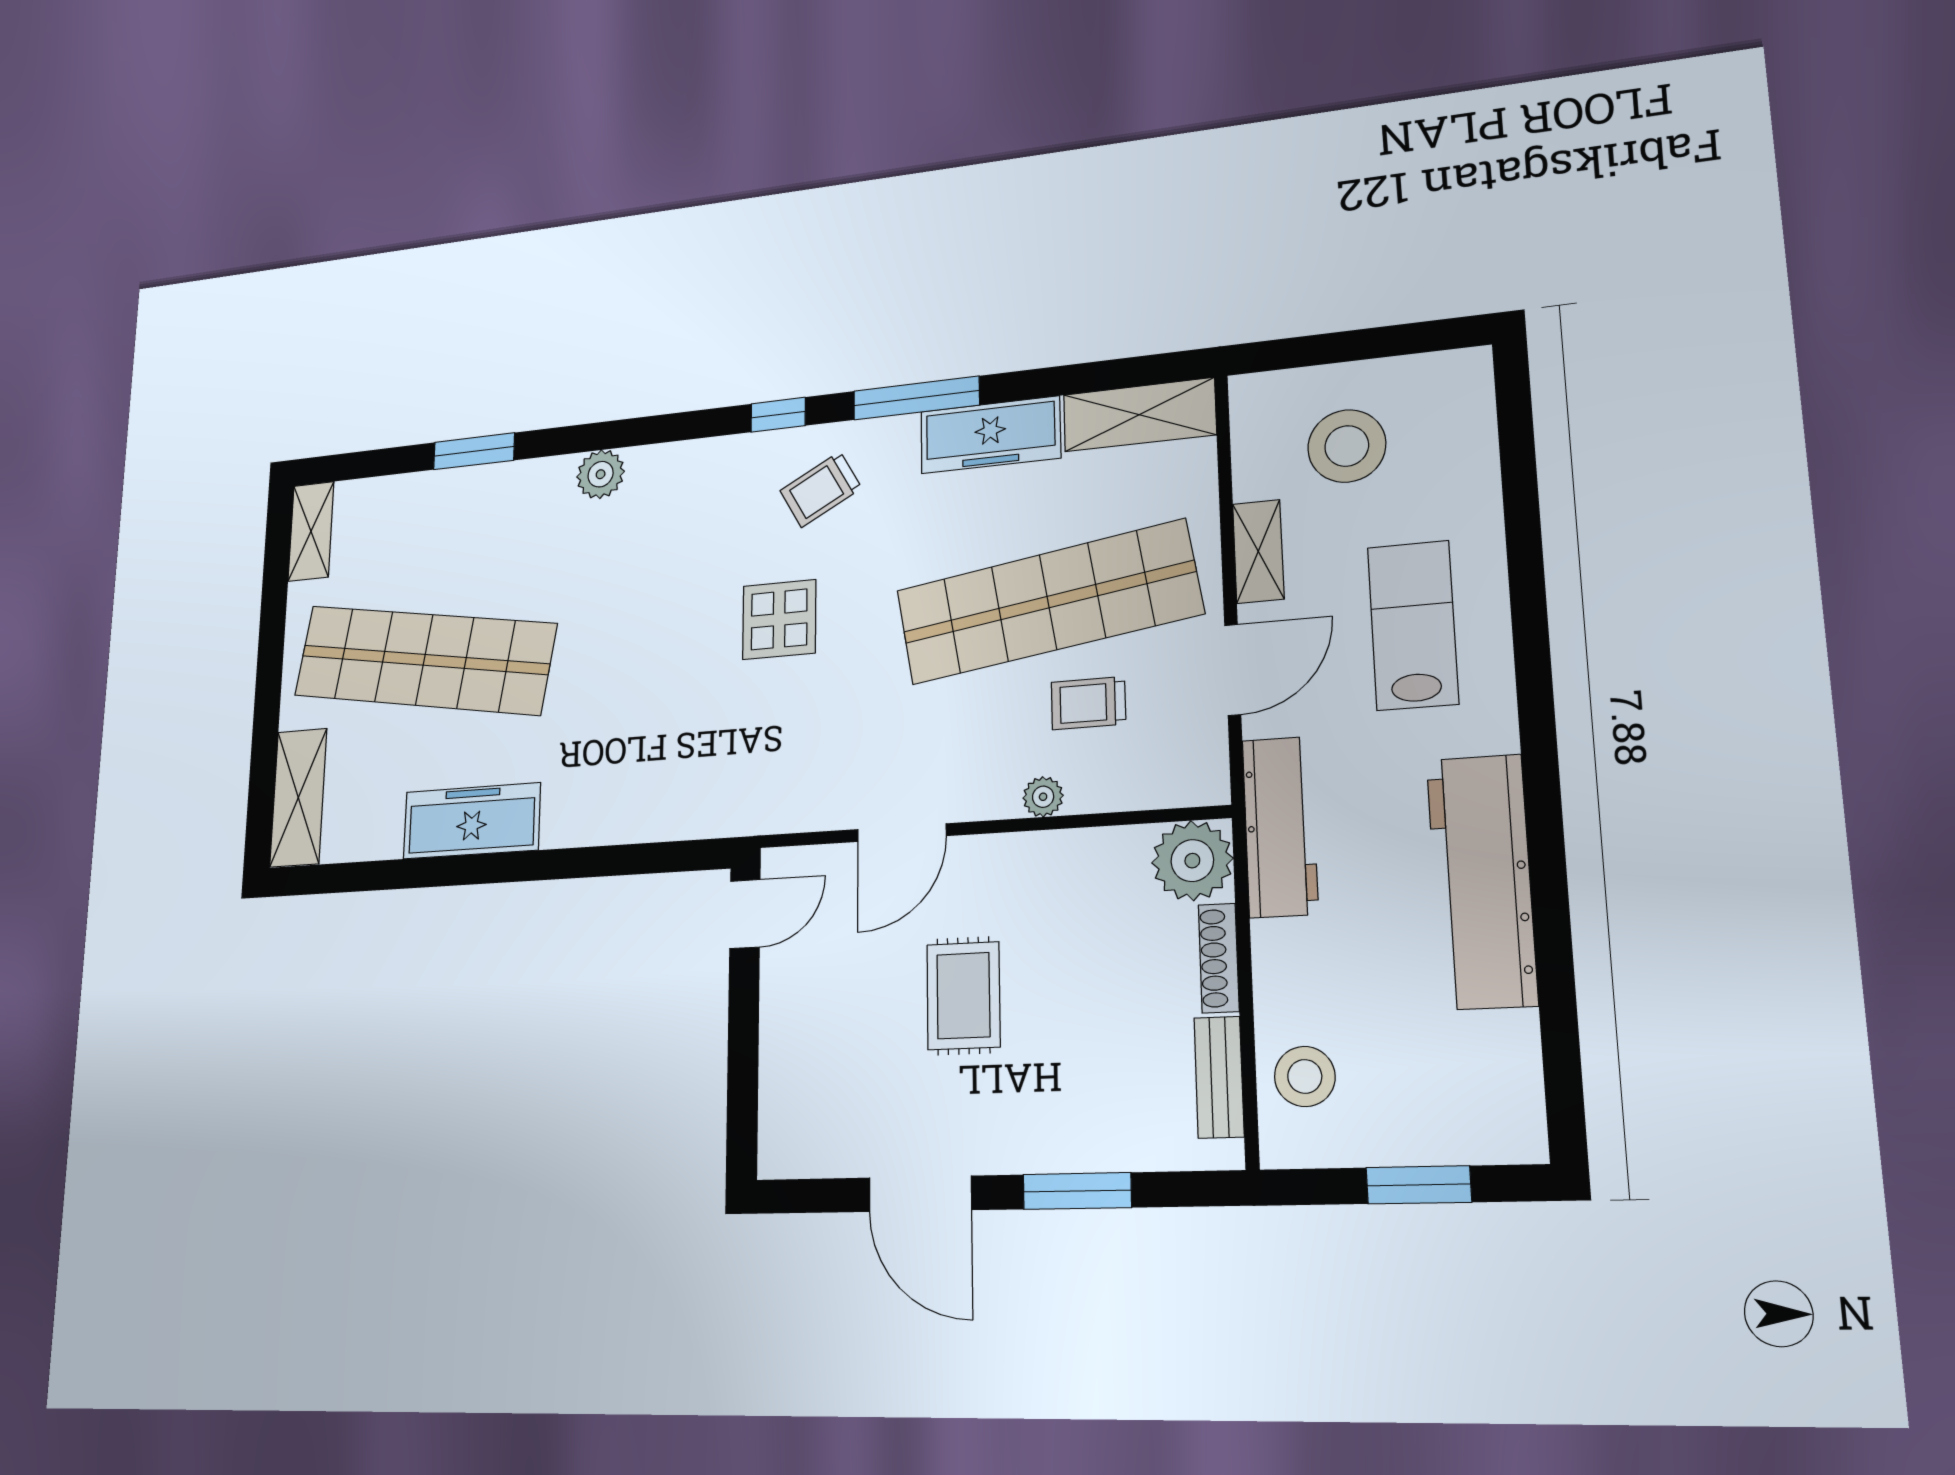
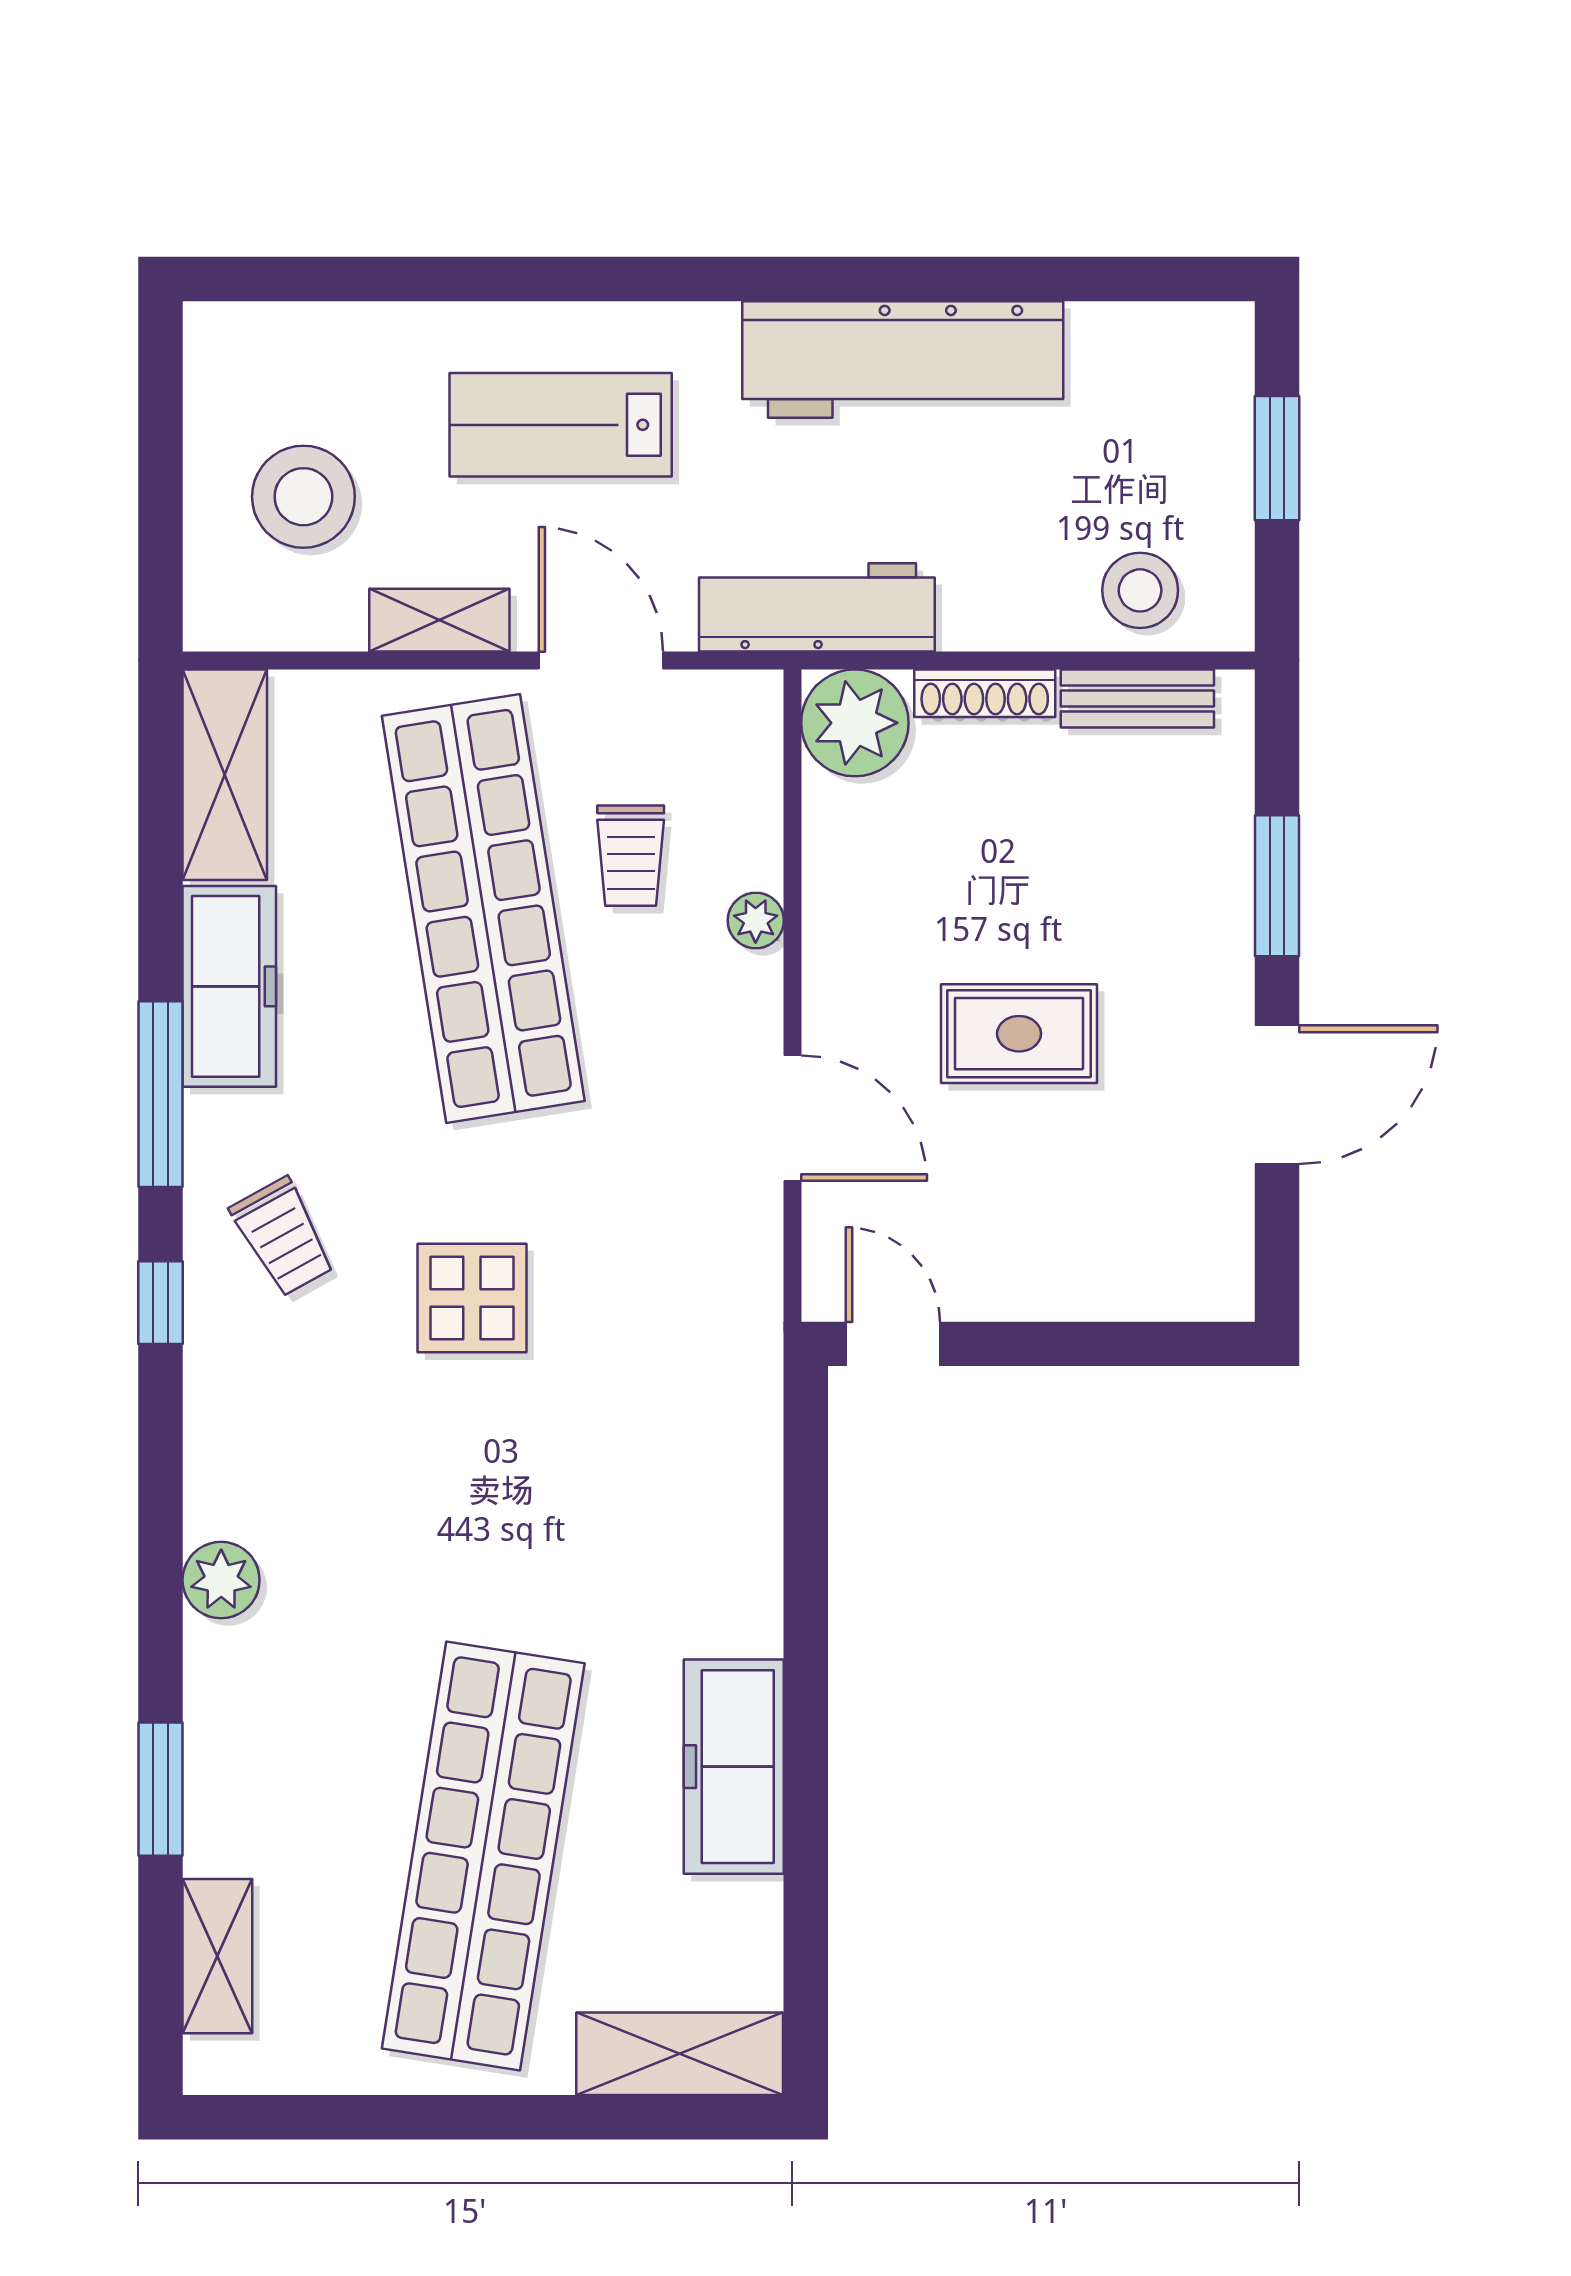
shelving: (311, 531) -> (217, 1956), moved, turned 90

